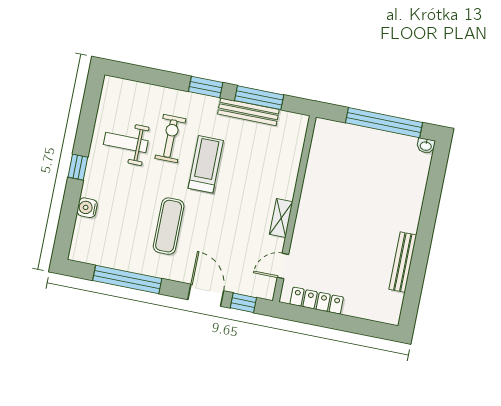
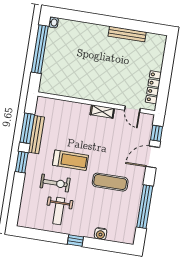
exercise bike: (170, 139) -> (55, 183), turned 180
treadmill: (206, 164) -> (70, 160), turned 180

